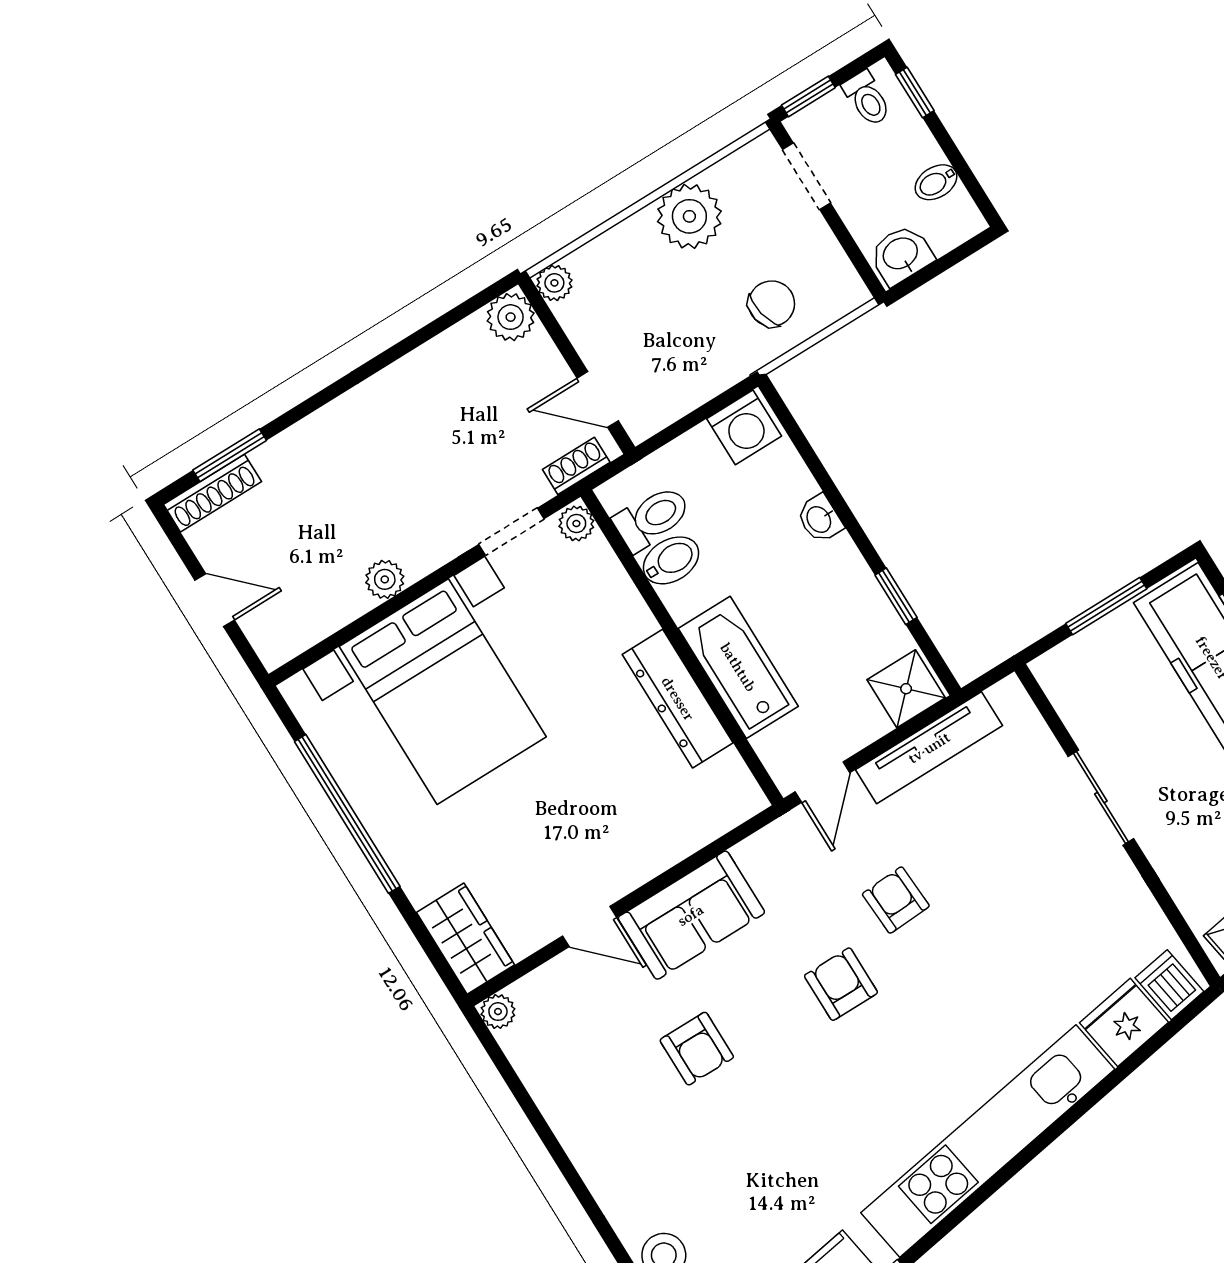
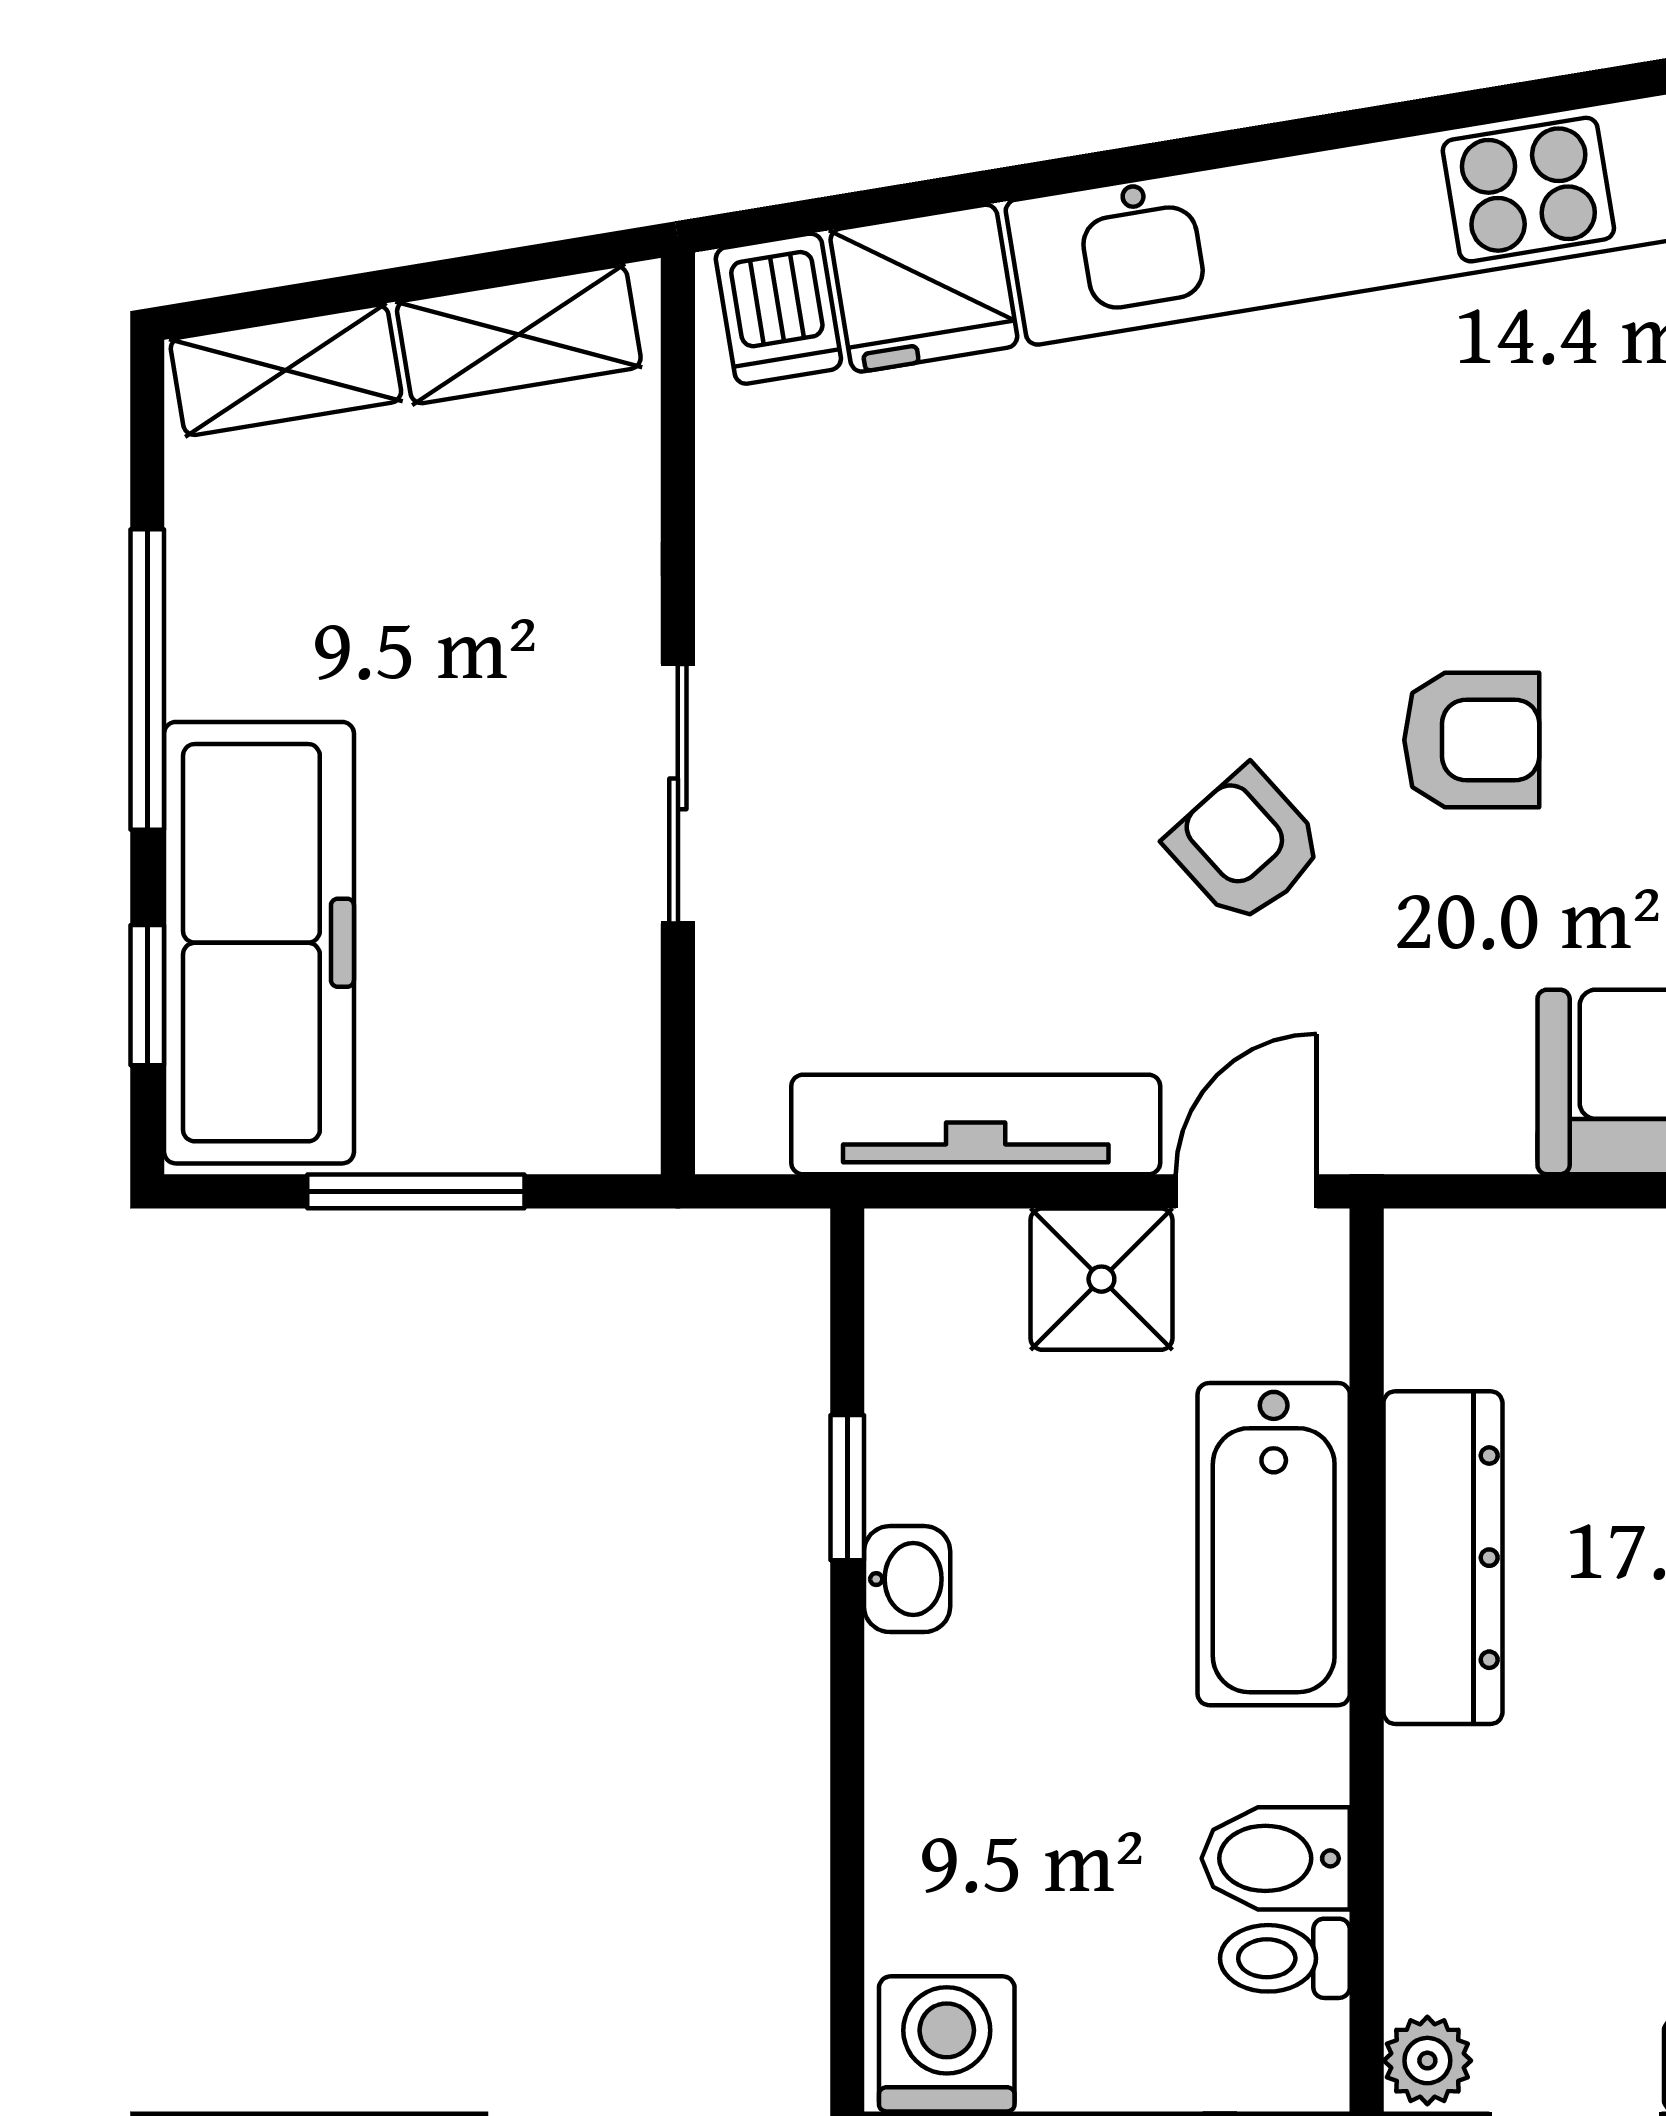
toilet: (652, 518) -> (1285, 1958), width x0.73, depth x0.72
washbasin: (820, 519) -> (907, 1579), moved
shower: (906, 689) -> (1101, 1279), moved
armchair: (896, 900) -> (1246, 846), turned 141
armchair: (841, 984) -> (1472, 740), turned -90

